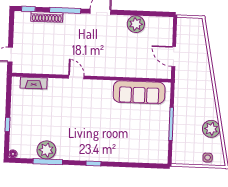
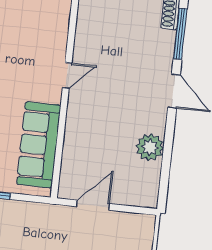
door: (76, 77) -> (67, 75), moved

